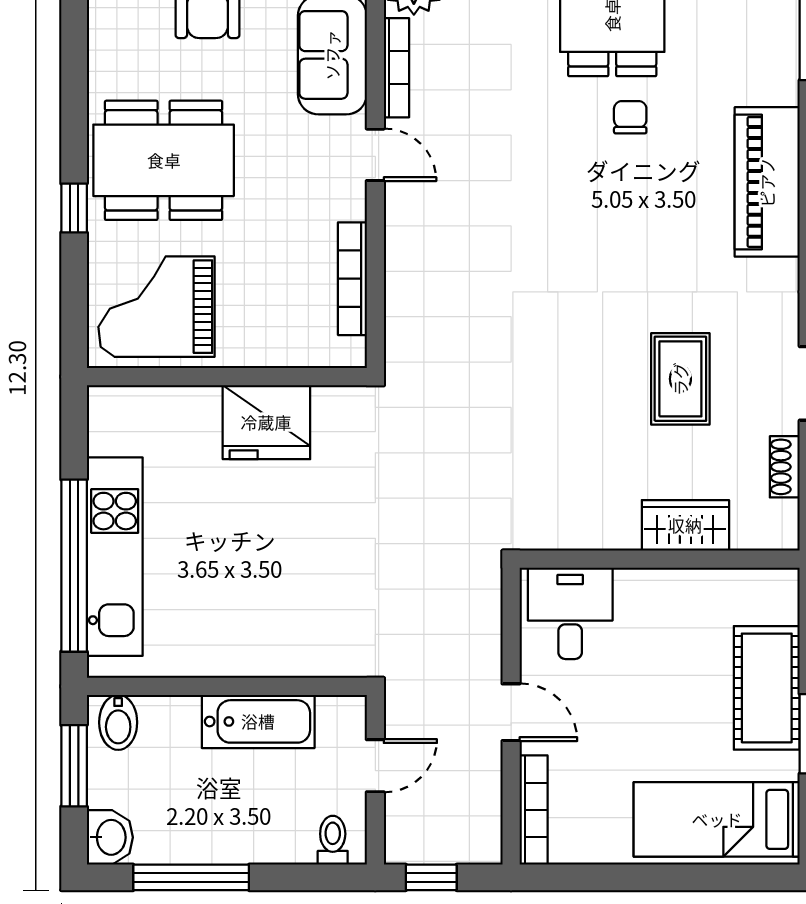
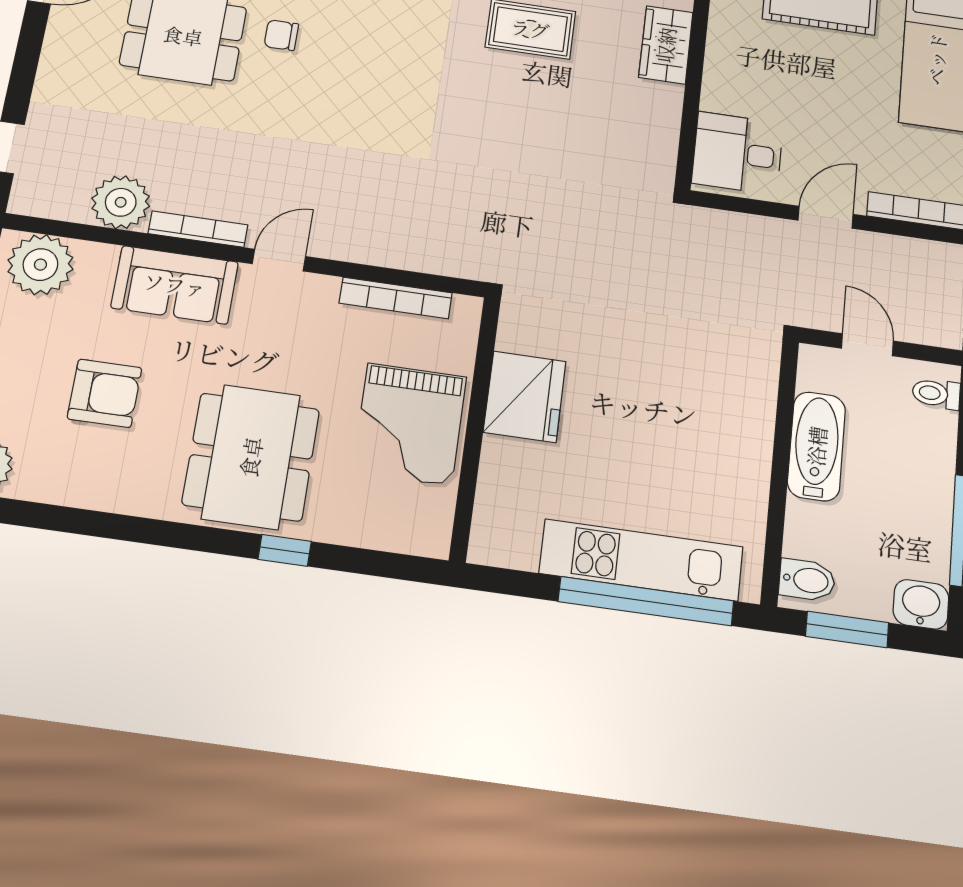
grand piano: (156, 307) -> (410, 424), moved

